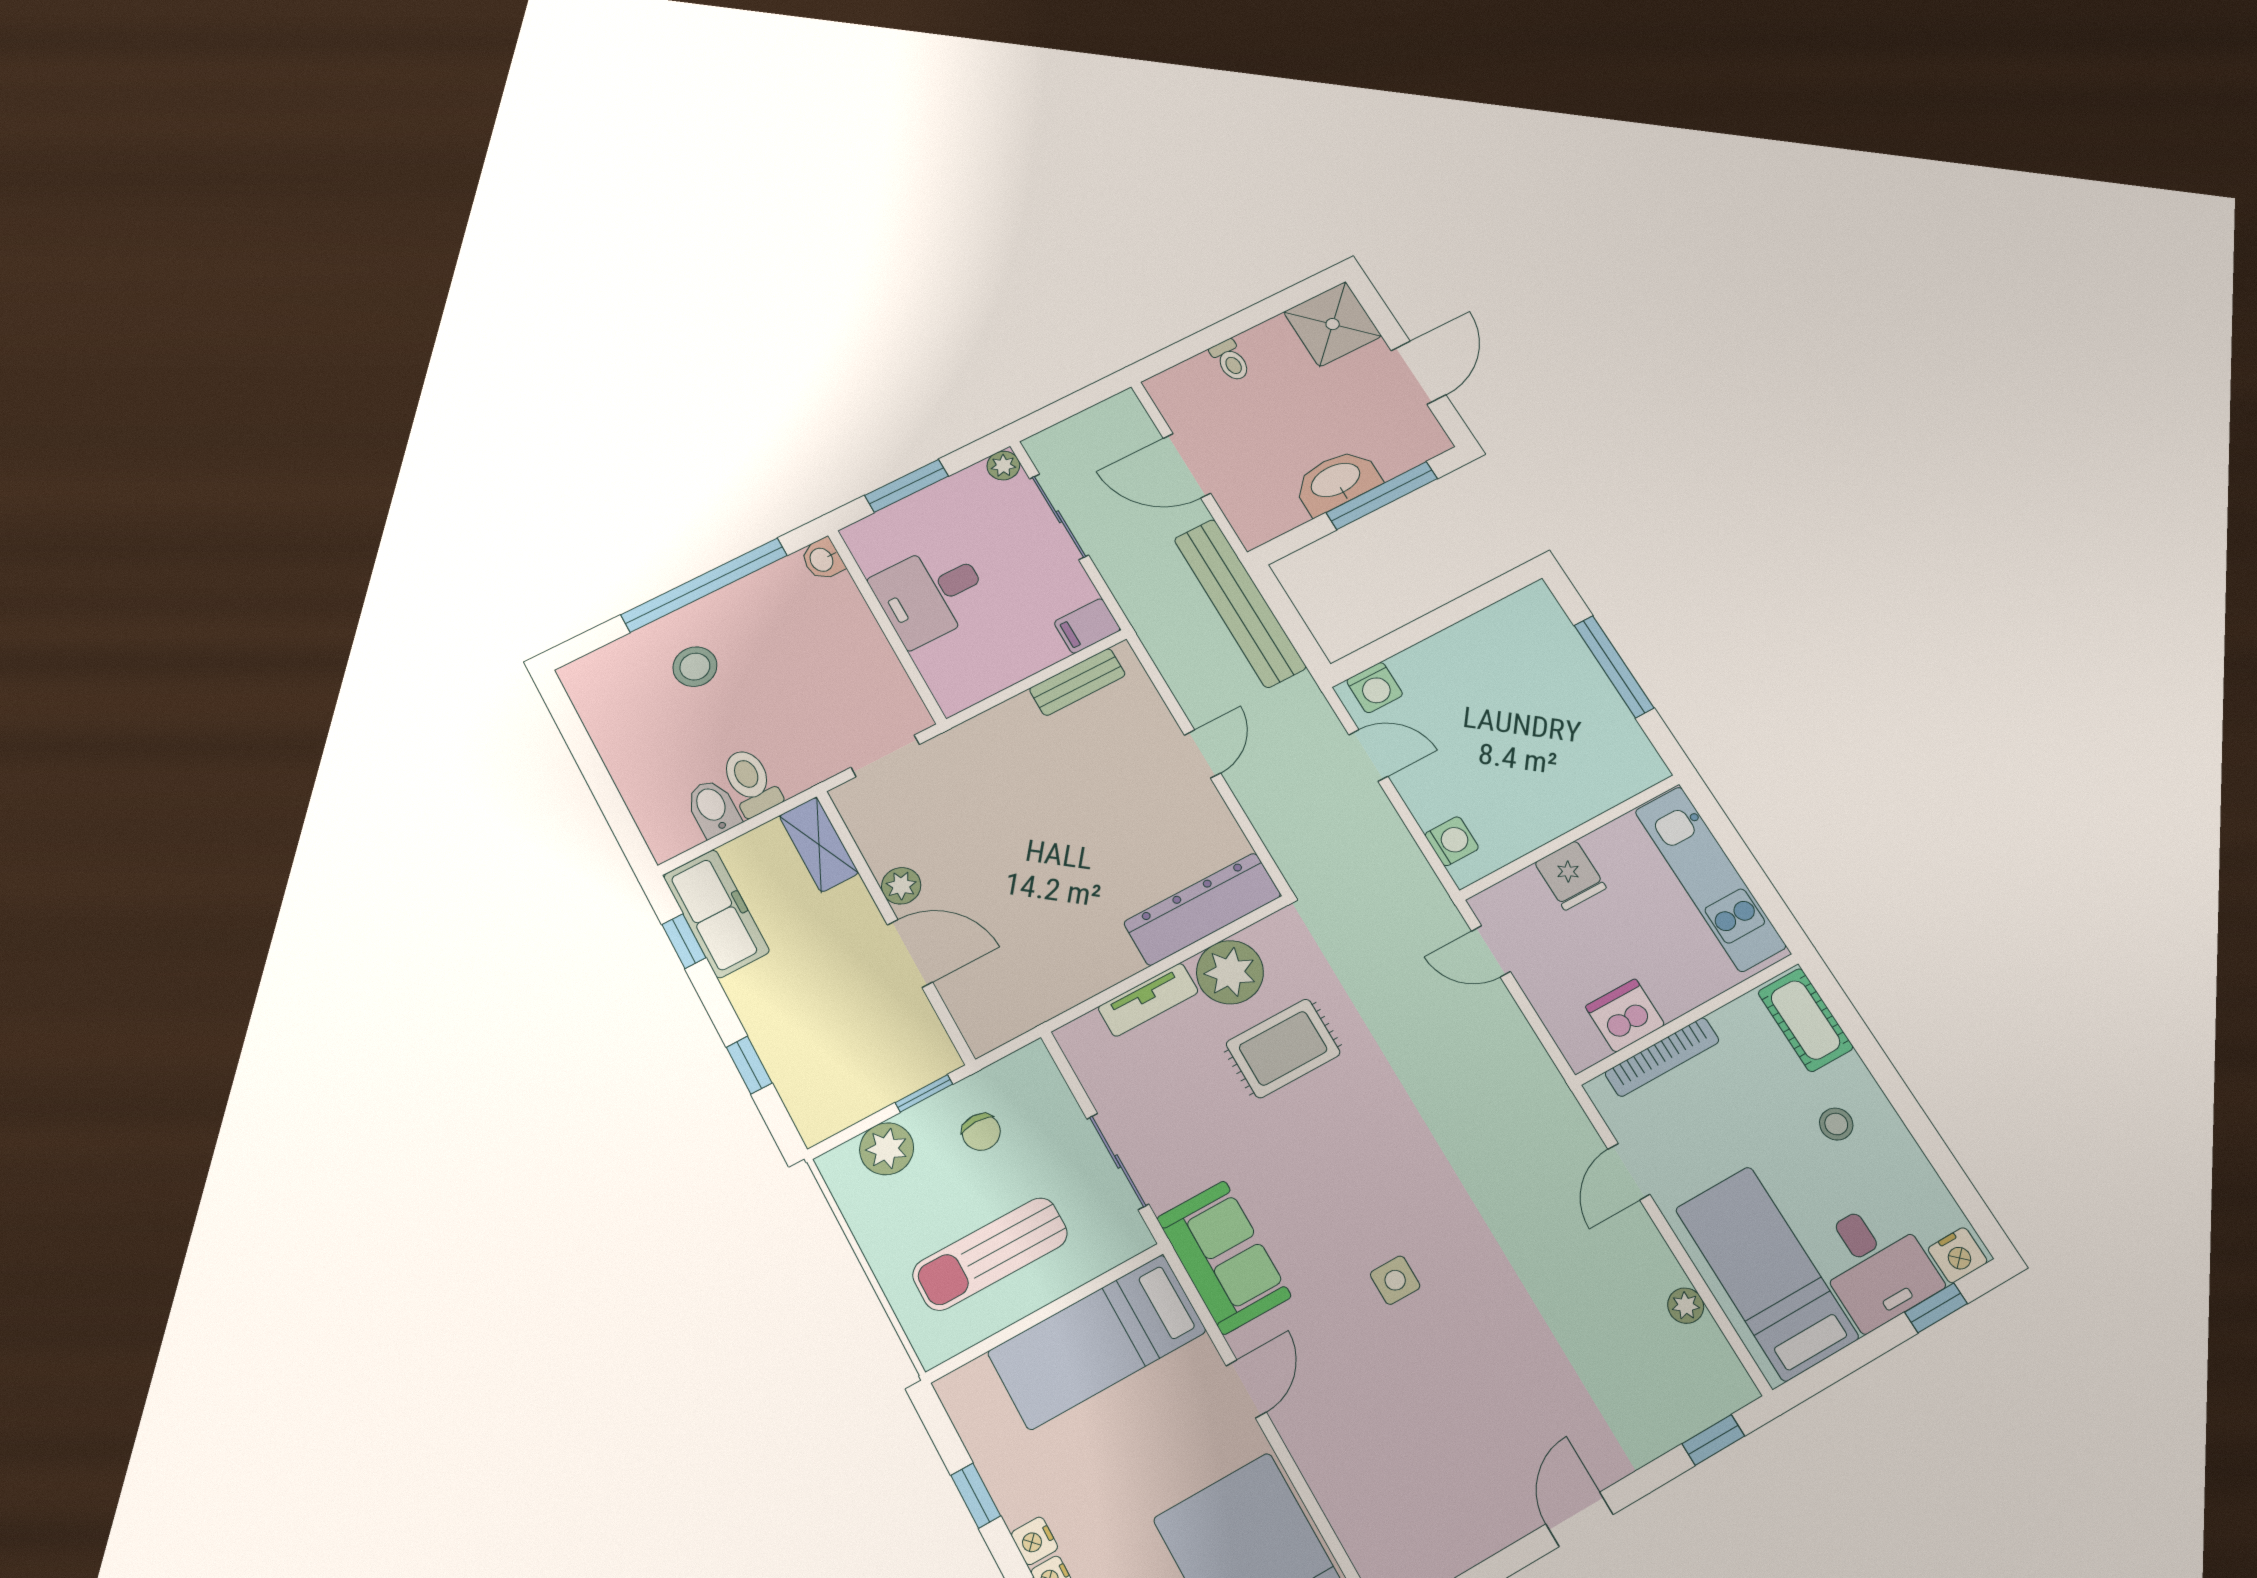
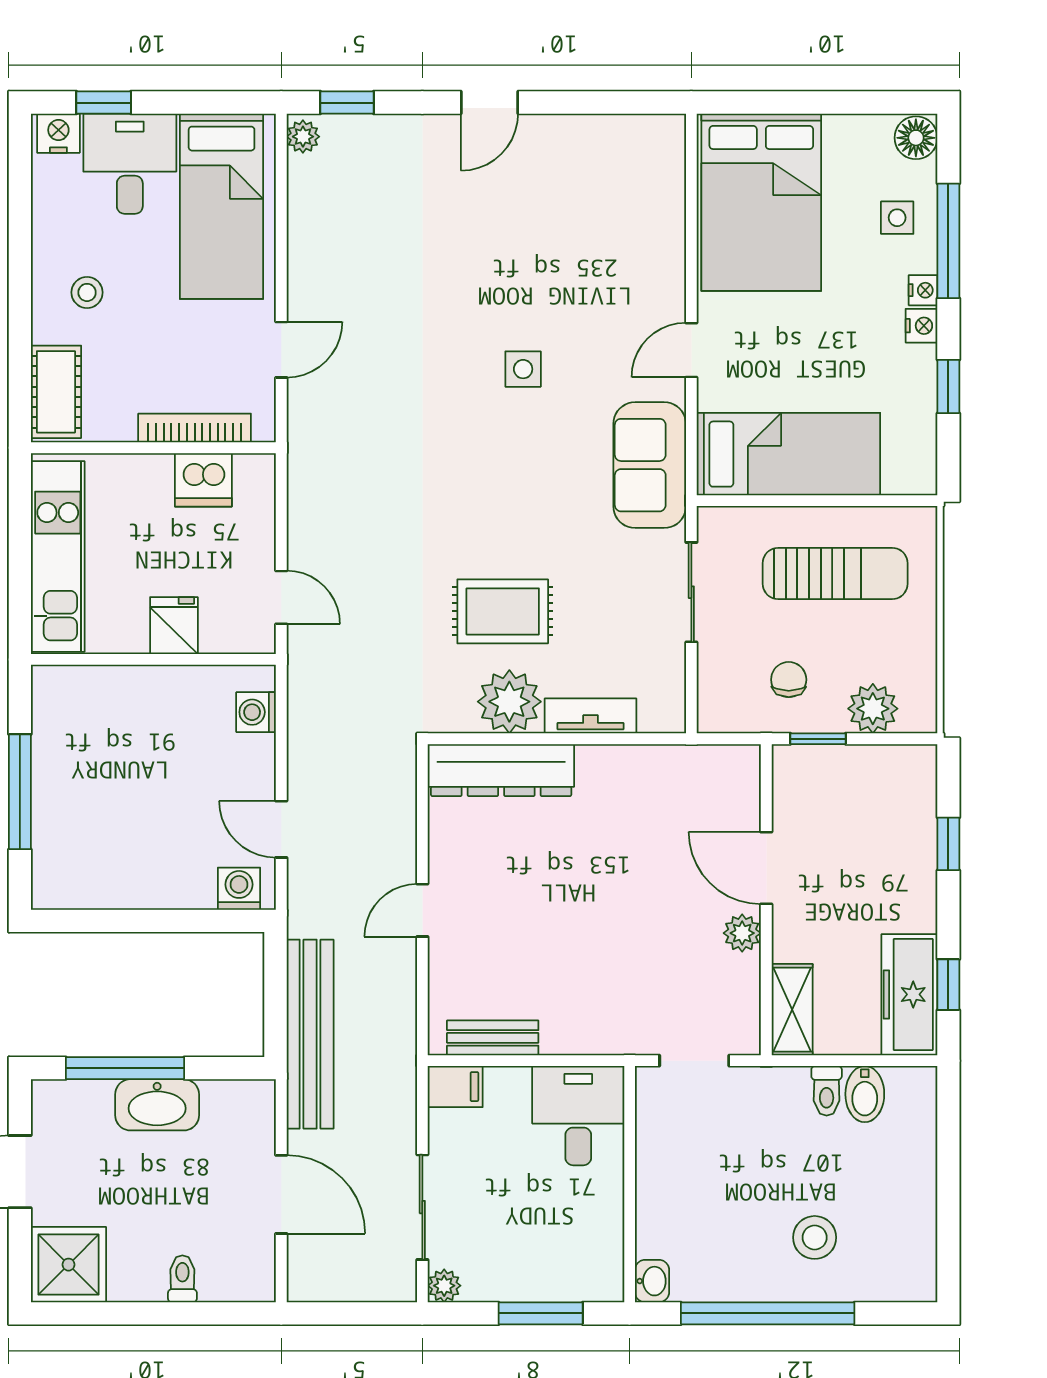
desk: (931, 594) -> (578, 1116), moved, turned -90
toilet: (751, 782) -> (827, 1091), width x0.73, depth x0.72
plant: (1686, 1306) -> (303, 137), moved

